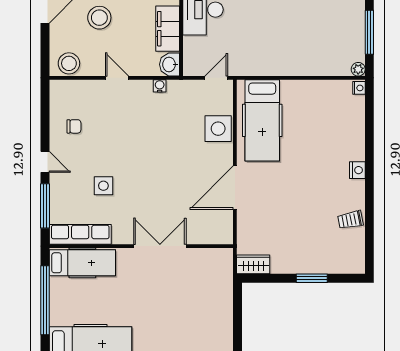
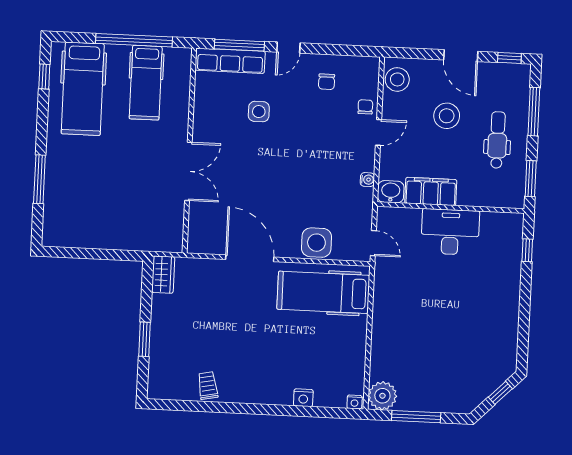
plant: (358, 69) -> (382, 396), width x1.88, depth x1.88
chair: (95, 91) -> (365, 107), added
nightstand: (357, 170) -> (303, 398), moved
row of seats: (80, 234) -> (230, 61), moved, turned 90
hospital bed: (82, 263) -> (146, 83), moved

